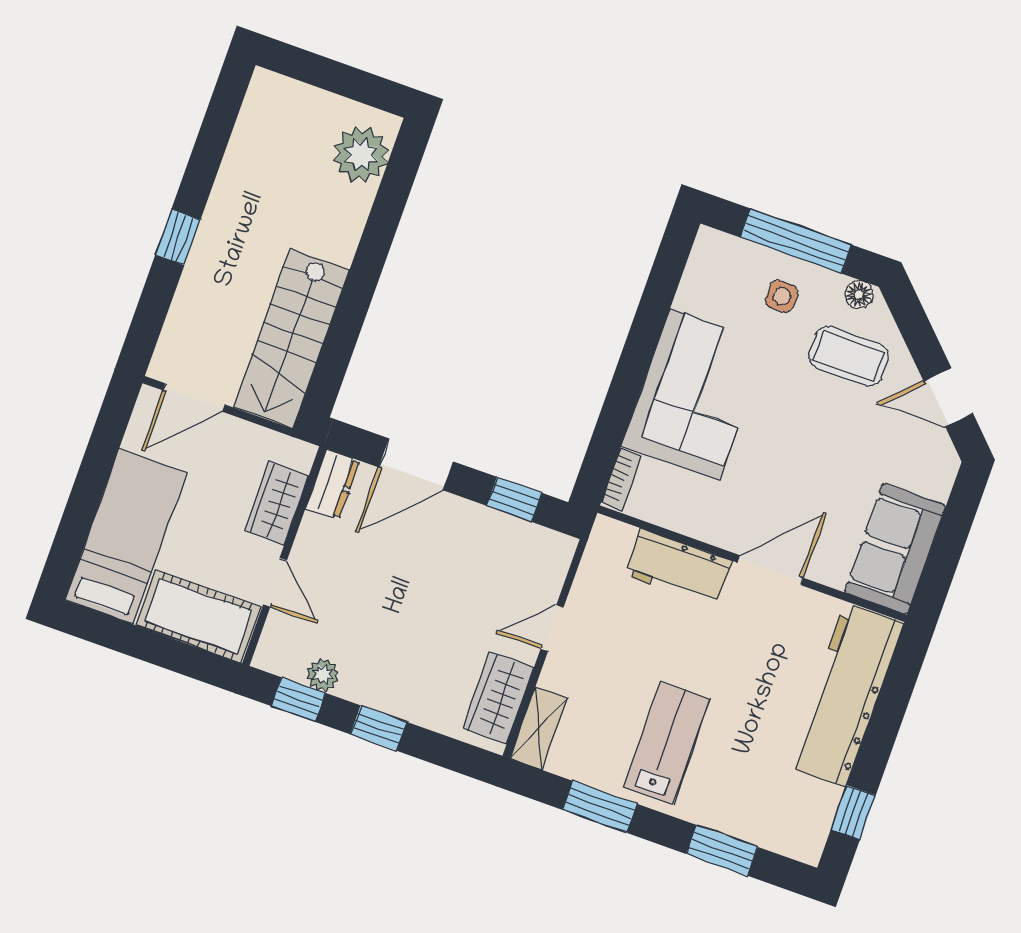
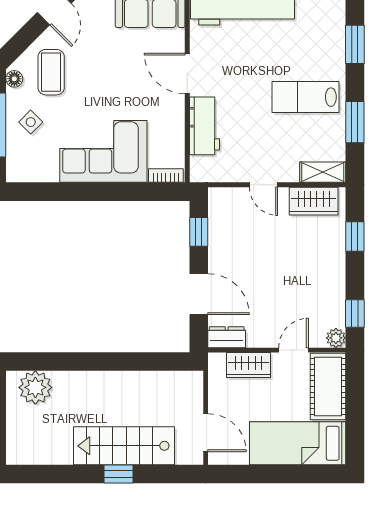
side table: (782, 296) -> (31, 122), turned 45
stairs: (291, 339) -> (124, 446), moved, turned 180
plant: (323, 675) -> (336, 338), moved
window: (379, 728) -> (355, 237), moved

